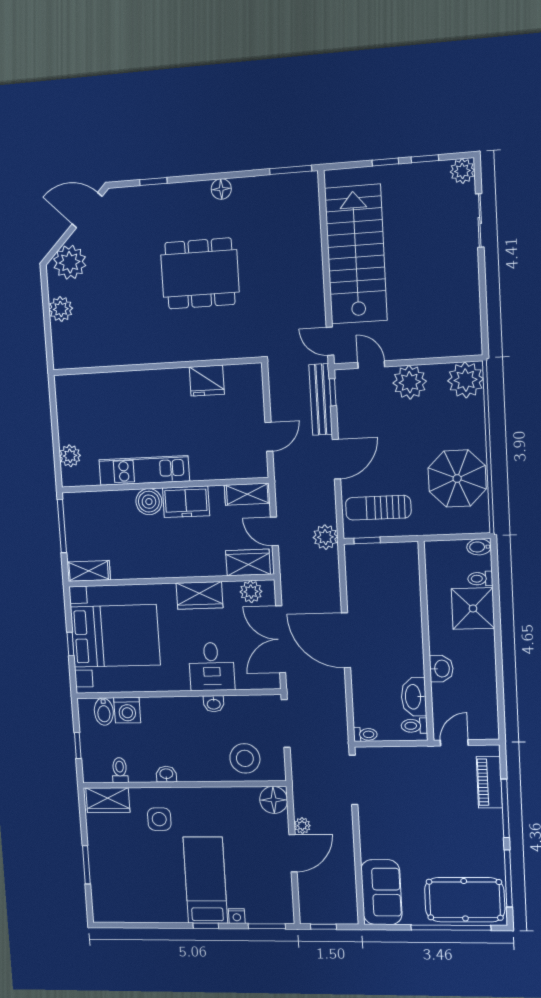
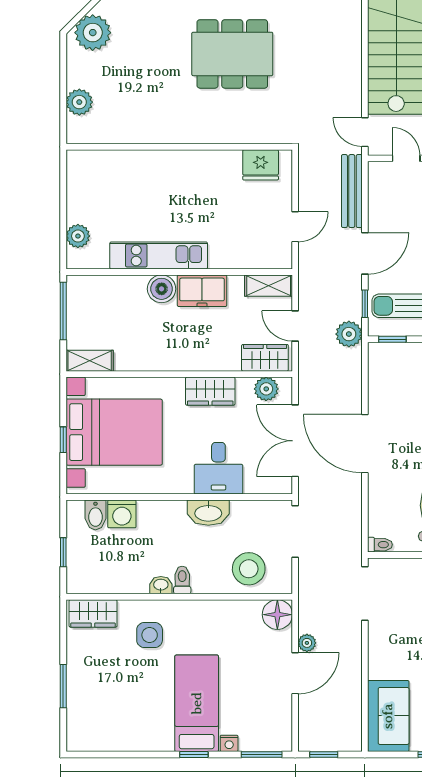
plant: (61, 309) -> (79, 102), moved
fridge: (207, 381) -> (261, 165), moved
window: (333, 392) -> (365, 304), moved
washbasin: (214, 704) -> (208, 513), width x1.91, depth x1.45
toilet: (120, 770) -> (182, 580), moved

